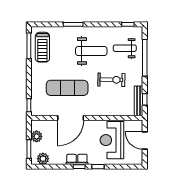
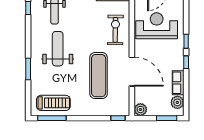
exercise bike: (111, 80) -> (115, 30), moved
plant: (37, 136) -> (140, 110), moved
reception desk: (112, 140) -> (157, 26), turned 180
row of seats: (77, 159) -> (178, 83), moved

